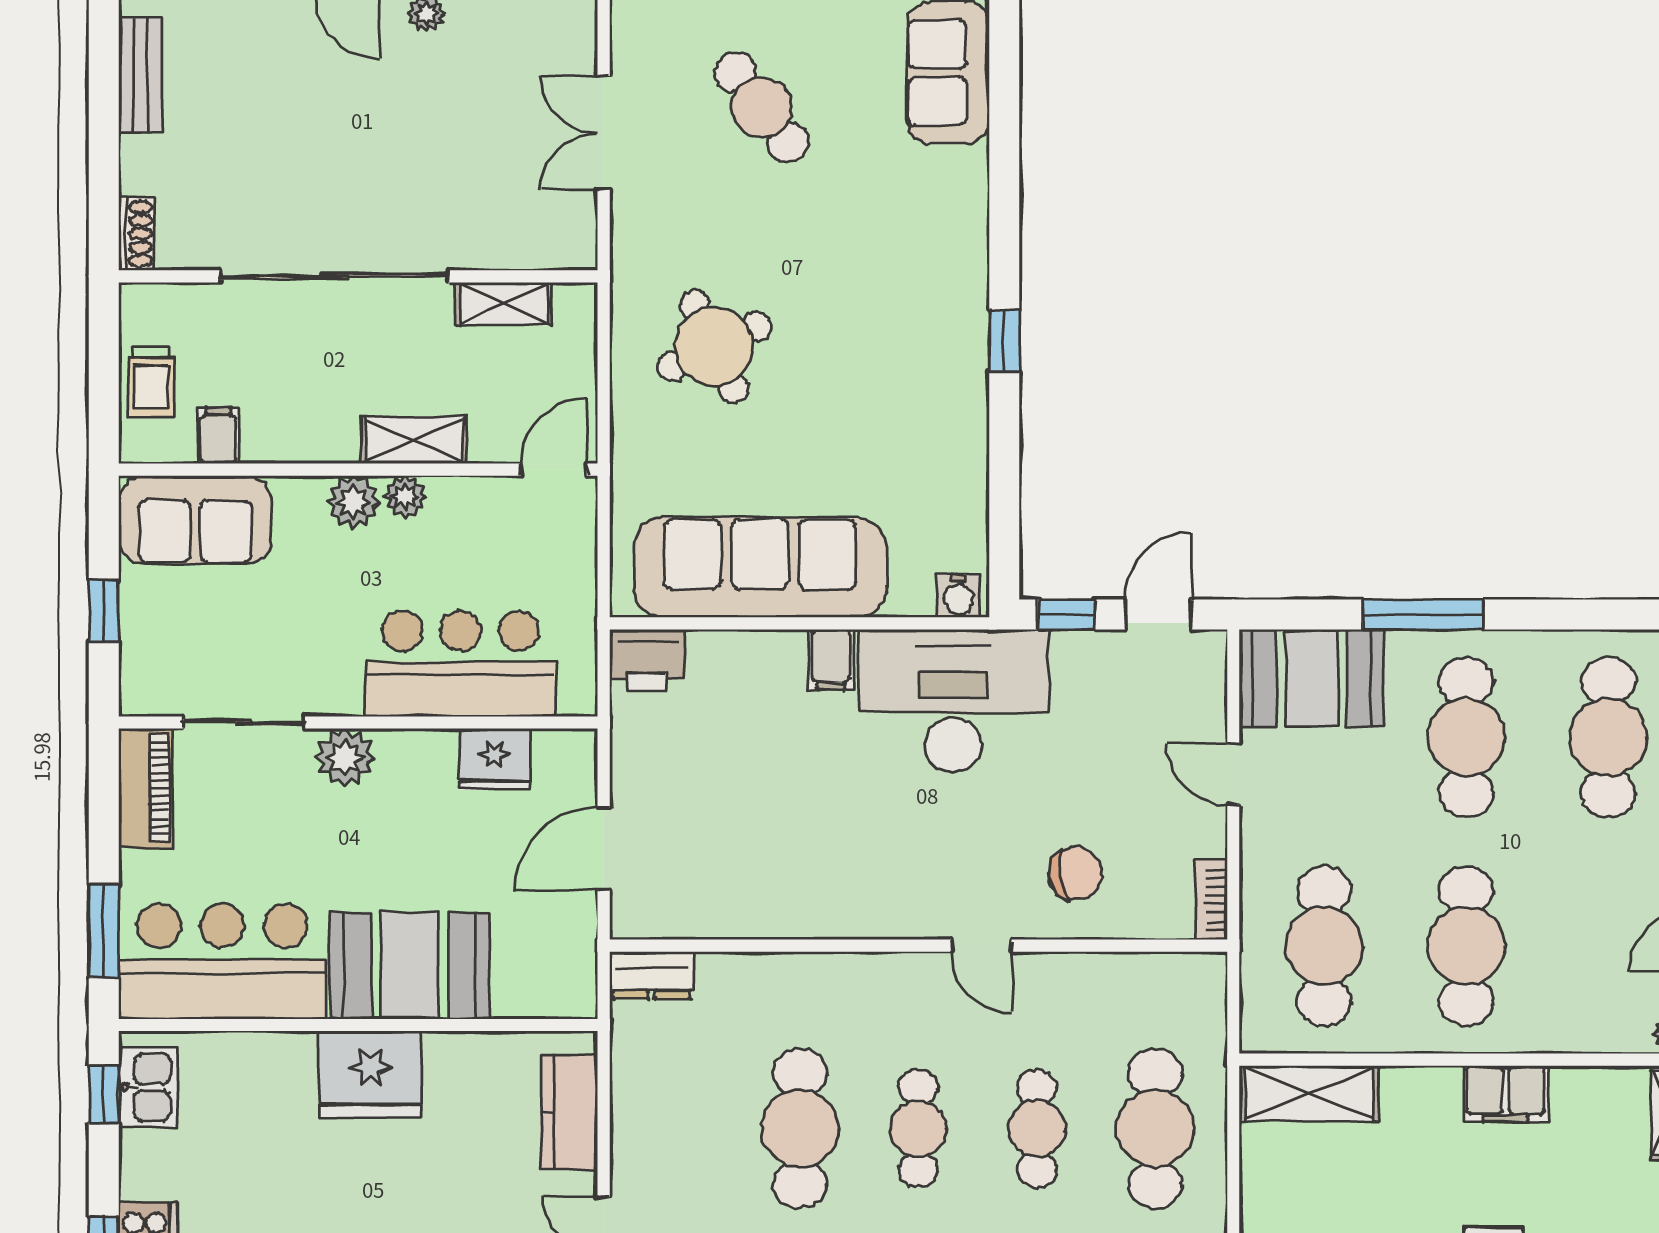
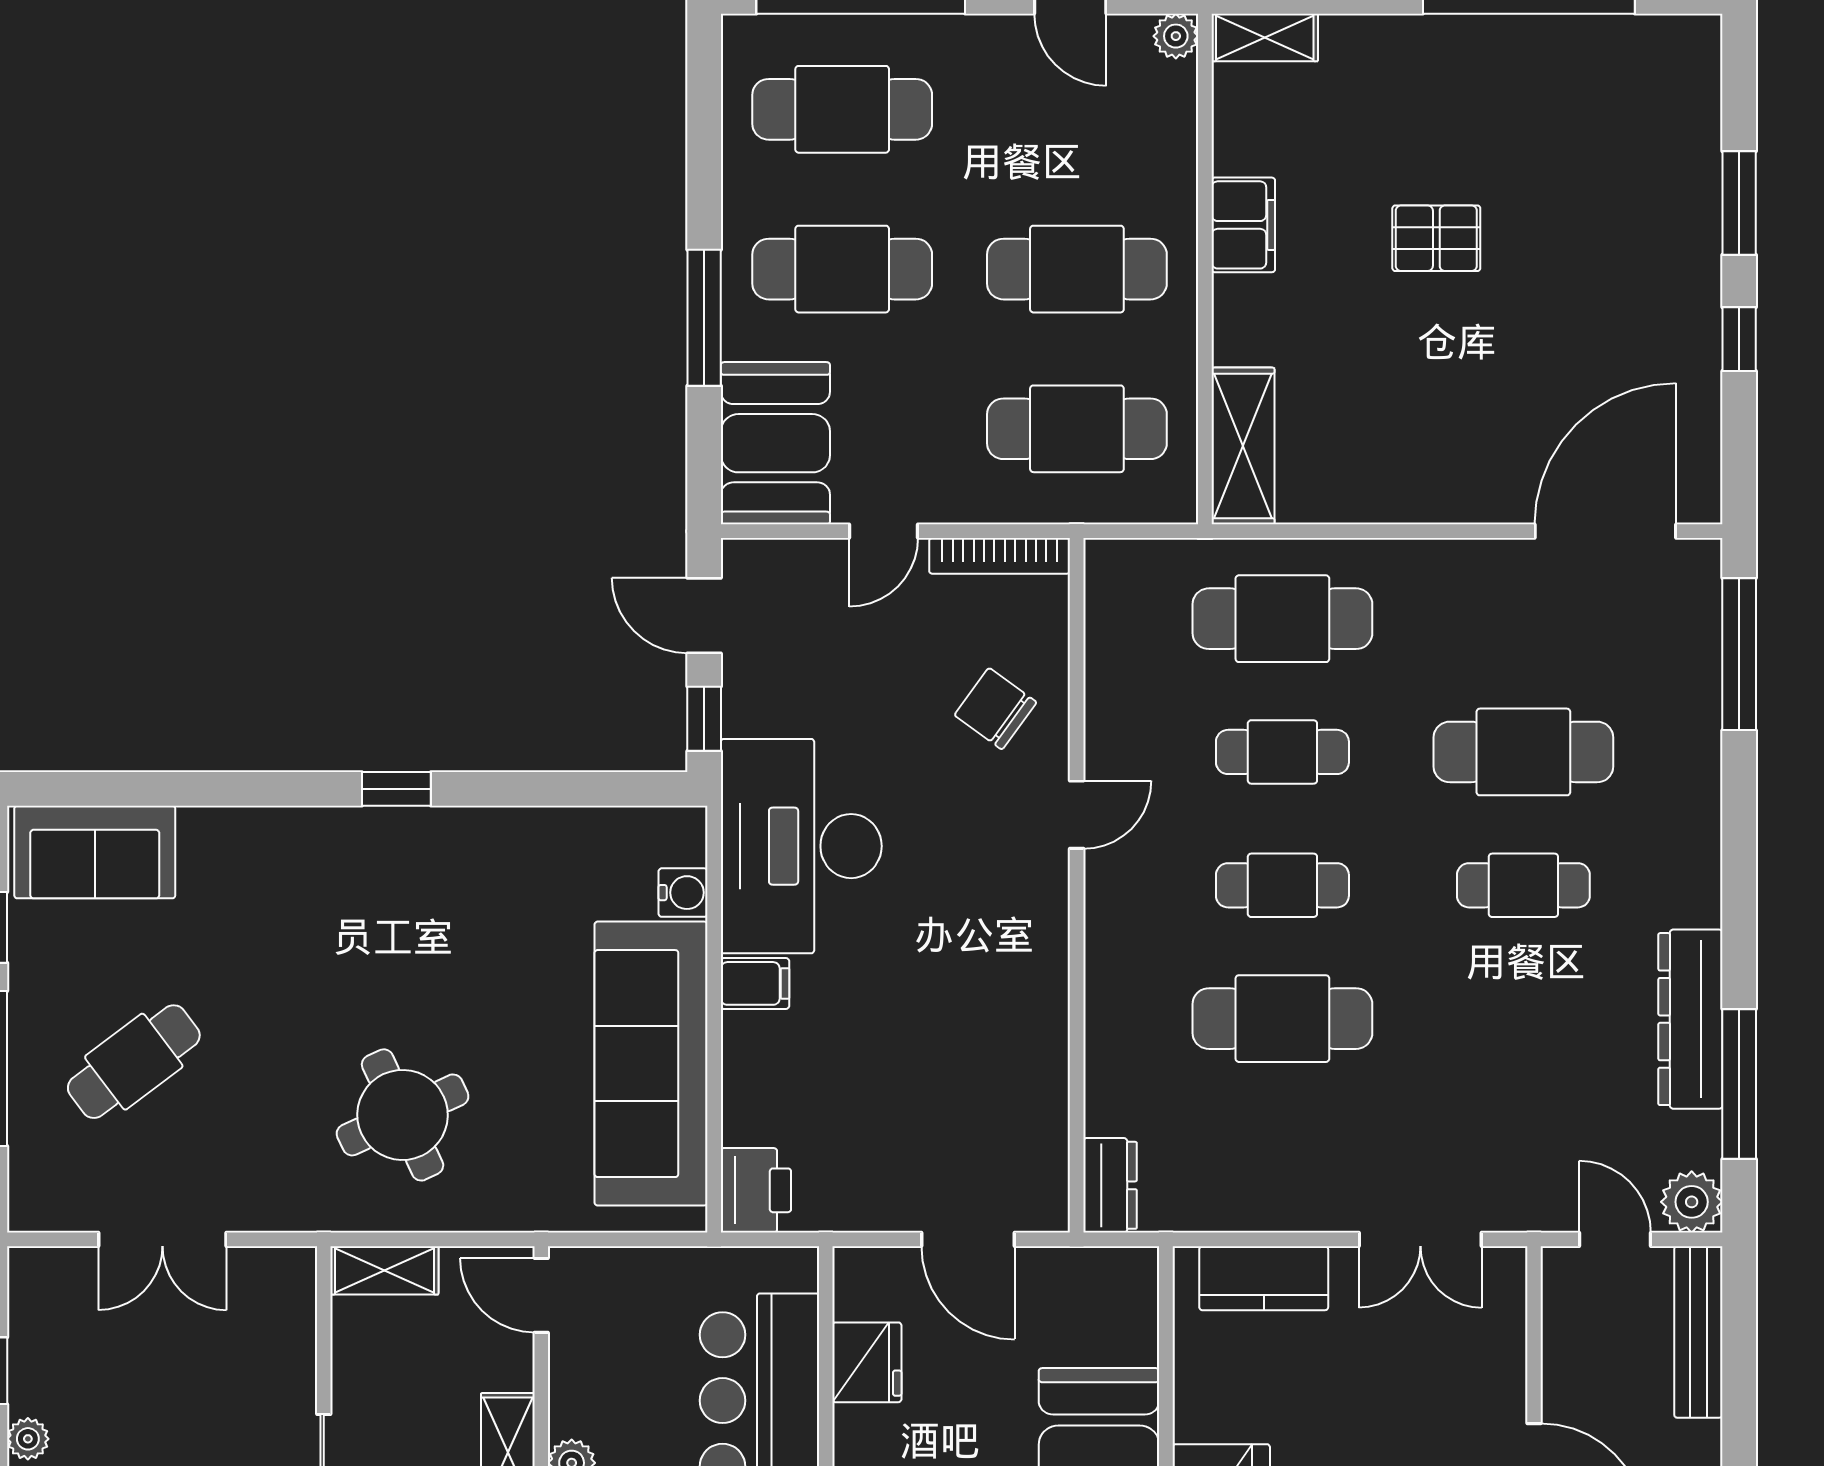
shelving: (504, 304) -> (384, 1270), moved, turned 90
water cooler: (959, 596) -> (683, 893), moved
chair: (1075, 873) -> (995, 709), turned -45
bookcase: (1211, 900) -> (1000, 556), width x1.56

